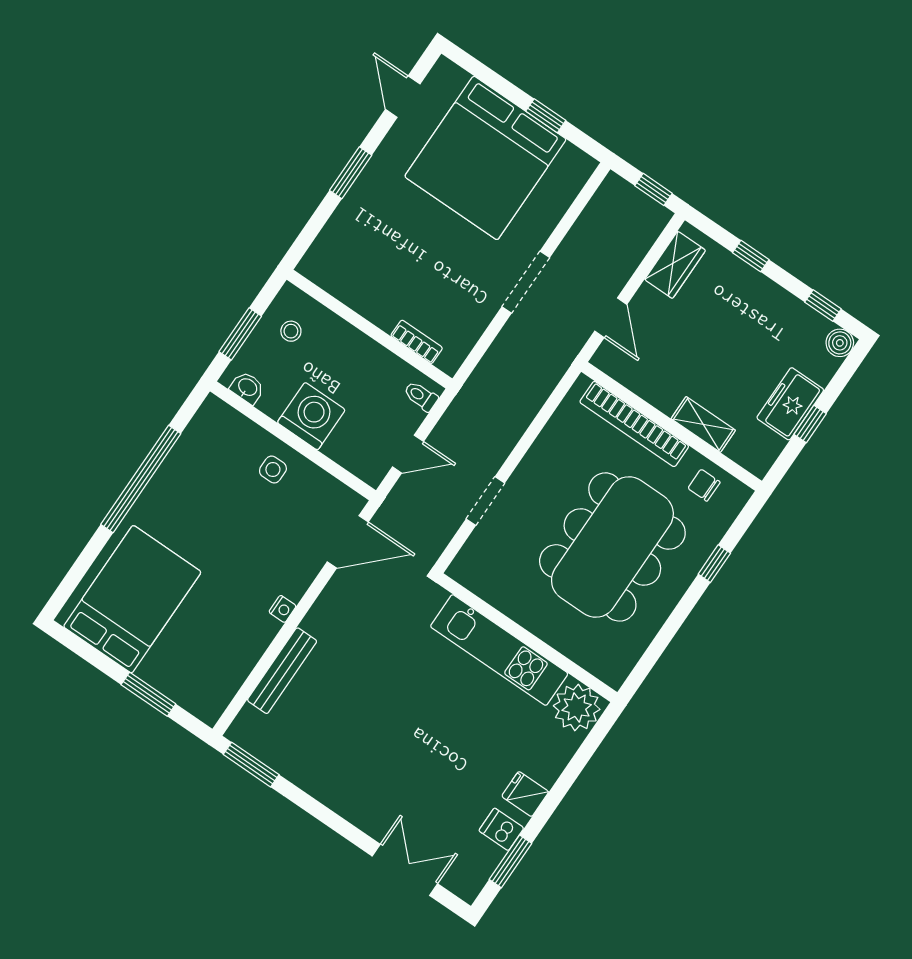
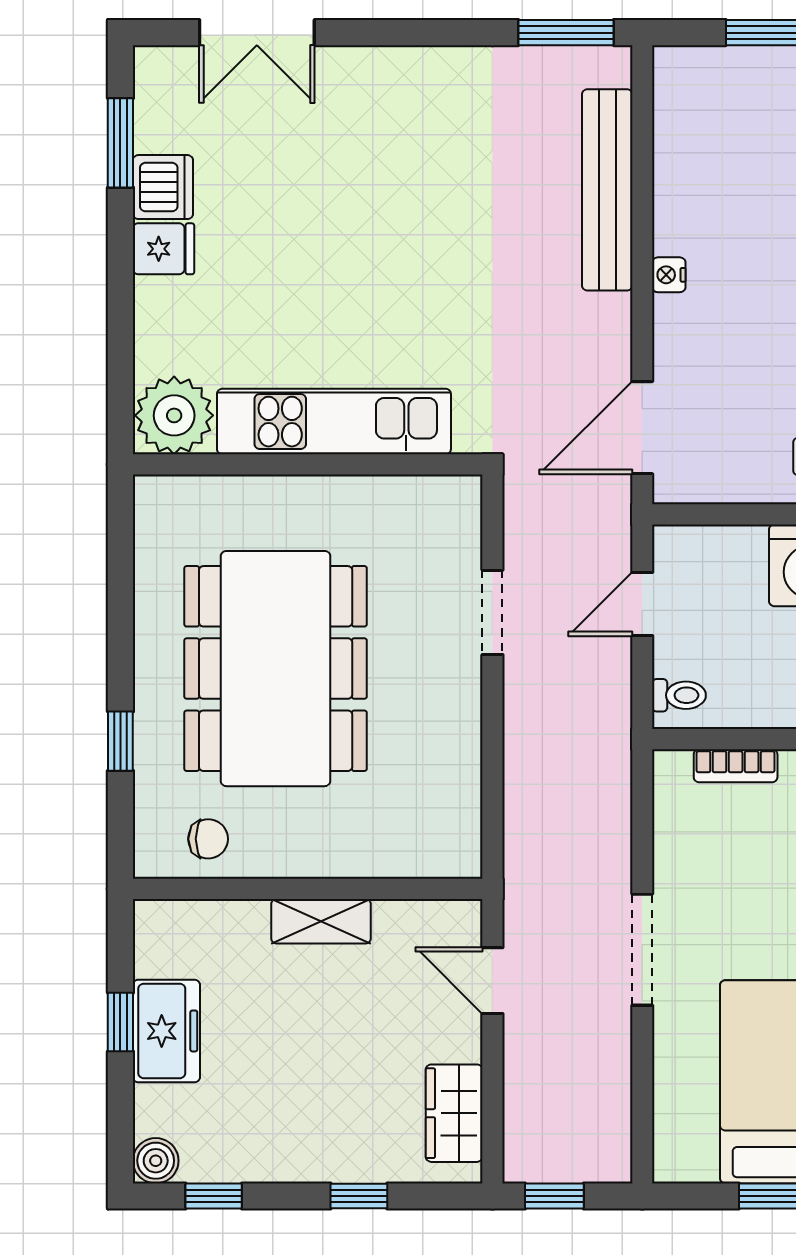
bookcase: (634, 424) -> (361, 857), removed
shelving: (703, 424) -> (321, 921), moved
bench: (282, 671) -> (607, 190), width x1.37, depth x1.21
dishwasher: (501, 829) -> (163, 187), width x1.38

